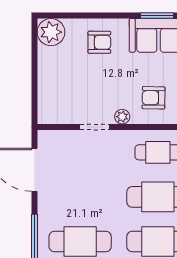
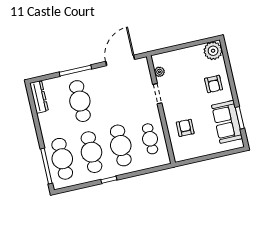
plant: (122, 117) -> (159, 72), moved

